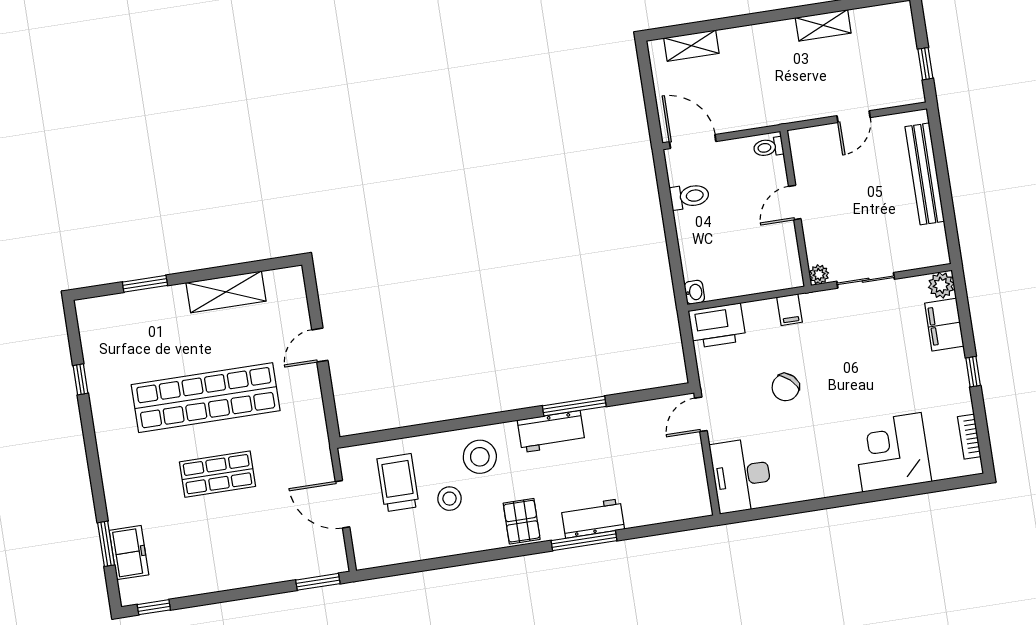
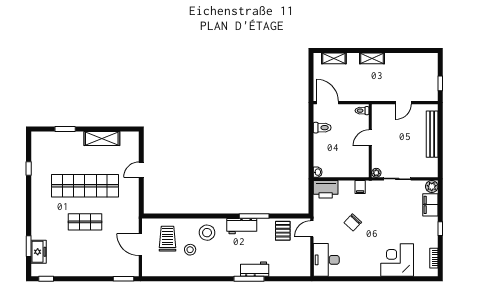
shelving: (823, 25) -> (372, 58), moved
pallet: (522, 521) -> (283, 231), moved

